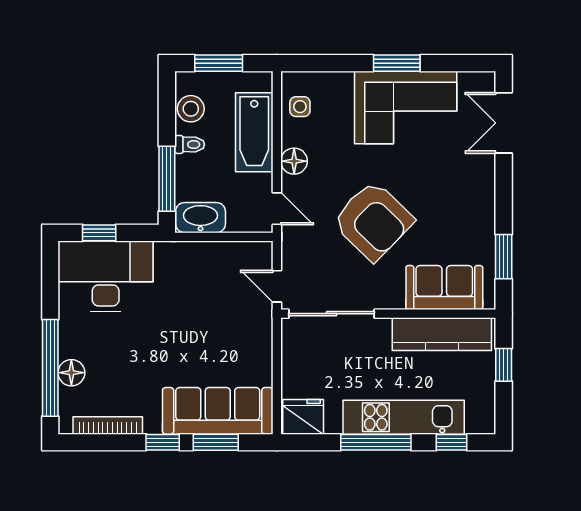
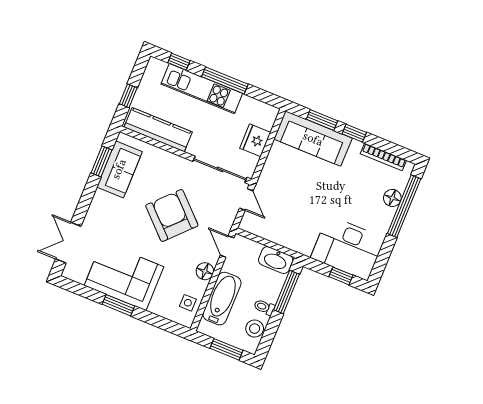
double door: (504, 123) -> (68, 243), swing flipped
sofa: (444, 288) -> (119, 169), moved, turned -90
fridge: (303, 417) -> (255, 140), moved, turned 90

